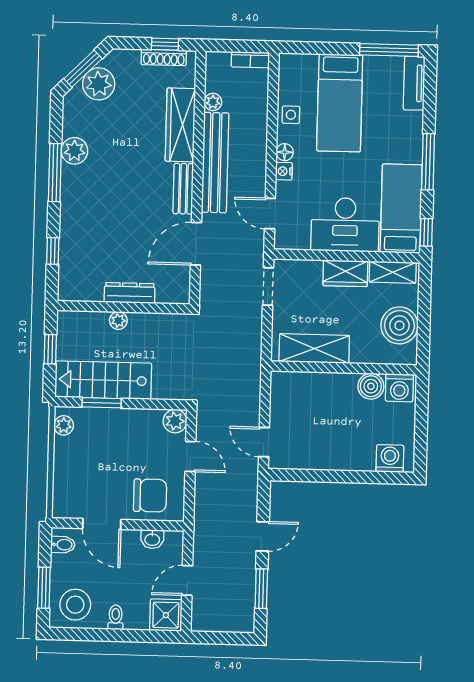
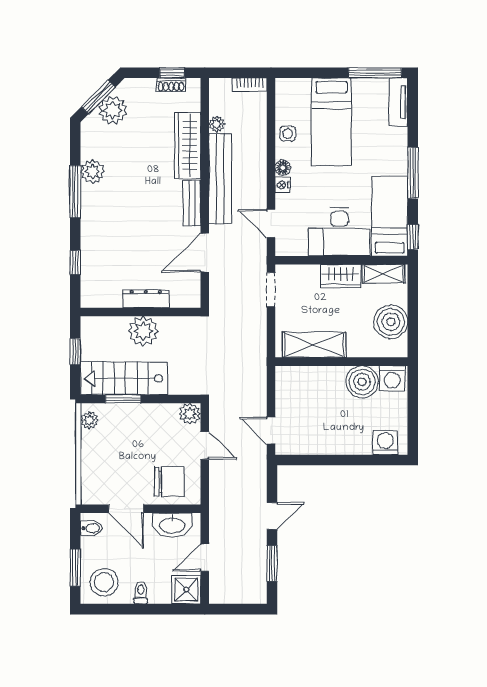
shoe rack: (164, 57) -> (171, 85), width x0.70
plant: (118, 321) -> (143, 331), width x1.88, depth x1.88
boiler: (371, 386) -> (362, 382), width x1.37, depth x1.37
washbasin: (152, 539) -> (172, 525), width x1.91, depth x1.45

